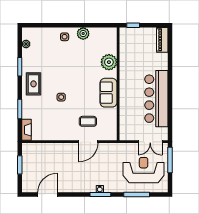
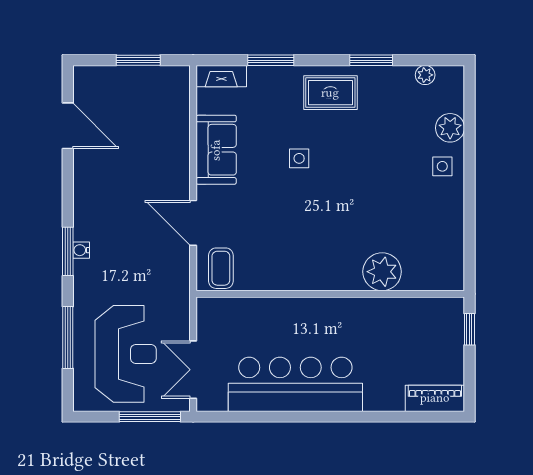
plant: (83, 34) -> (450, 128), moved
sofa: (108, 93) -> (216, 150), moved, turned 90
coffee table: (88, 121) -> (221, 268), moved

